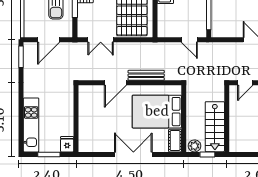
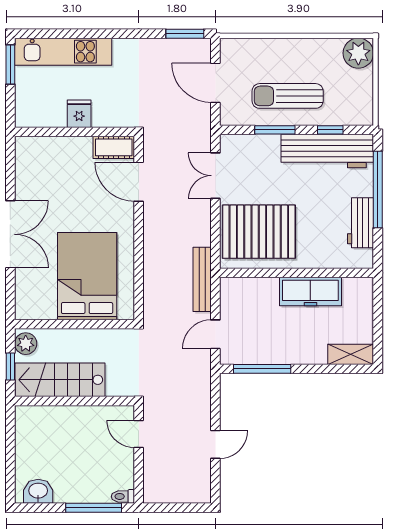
bench: (146, 75) -> (202, 279), moved
door: (115, 83) -> (139, 182), moved
cot: (175, 141) -> (114, 147), moved
fridge: (67, 144) -> (79, 114), moved, turned -90
window: (49, 154) -> (10, 65), moved

